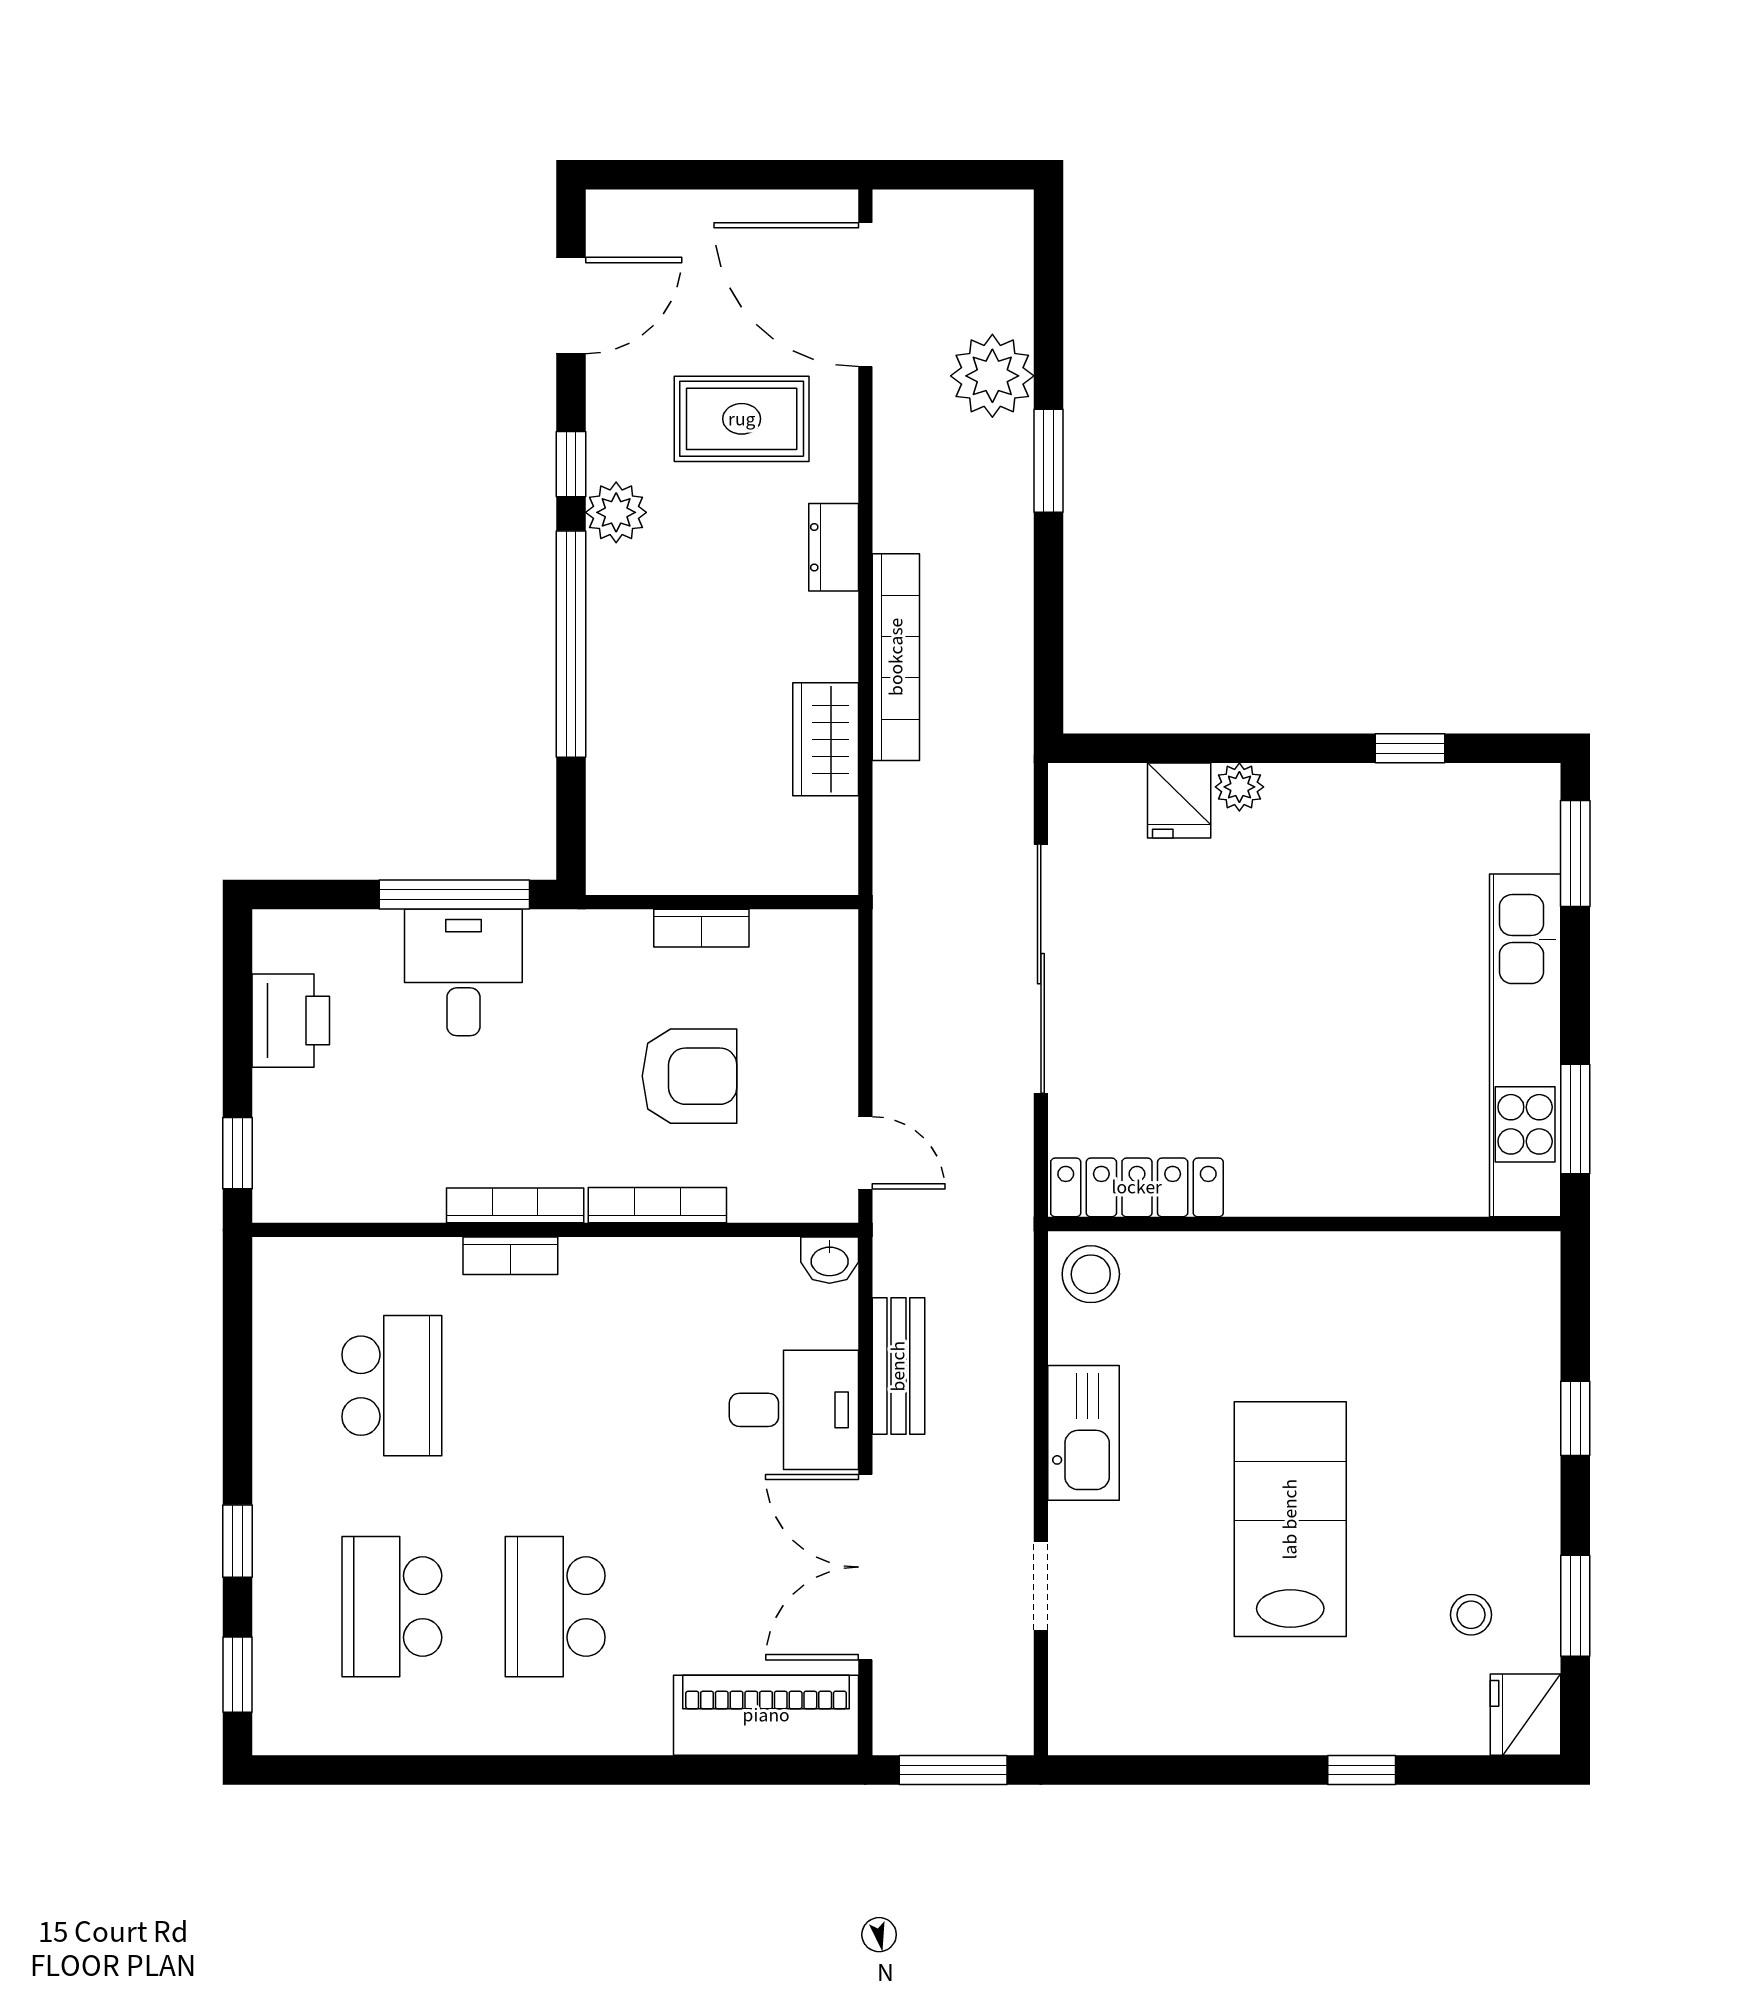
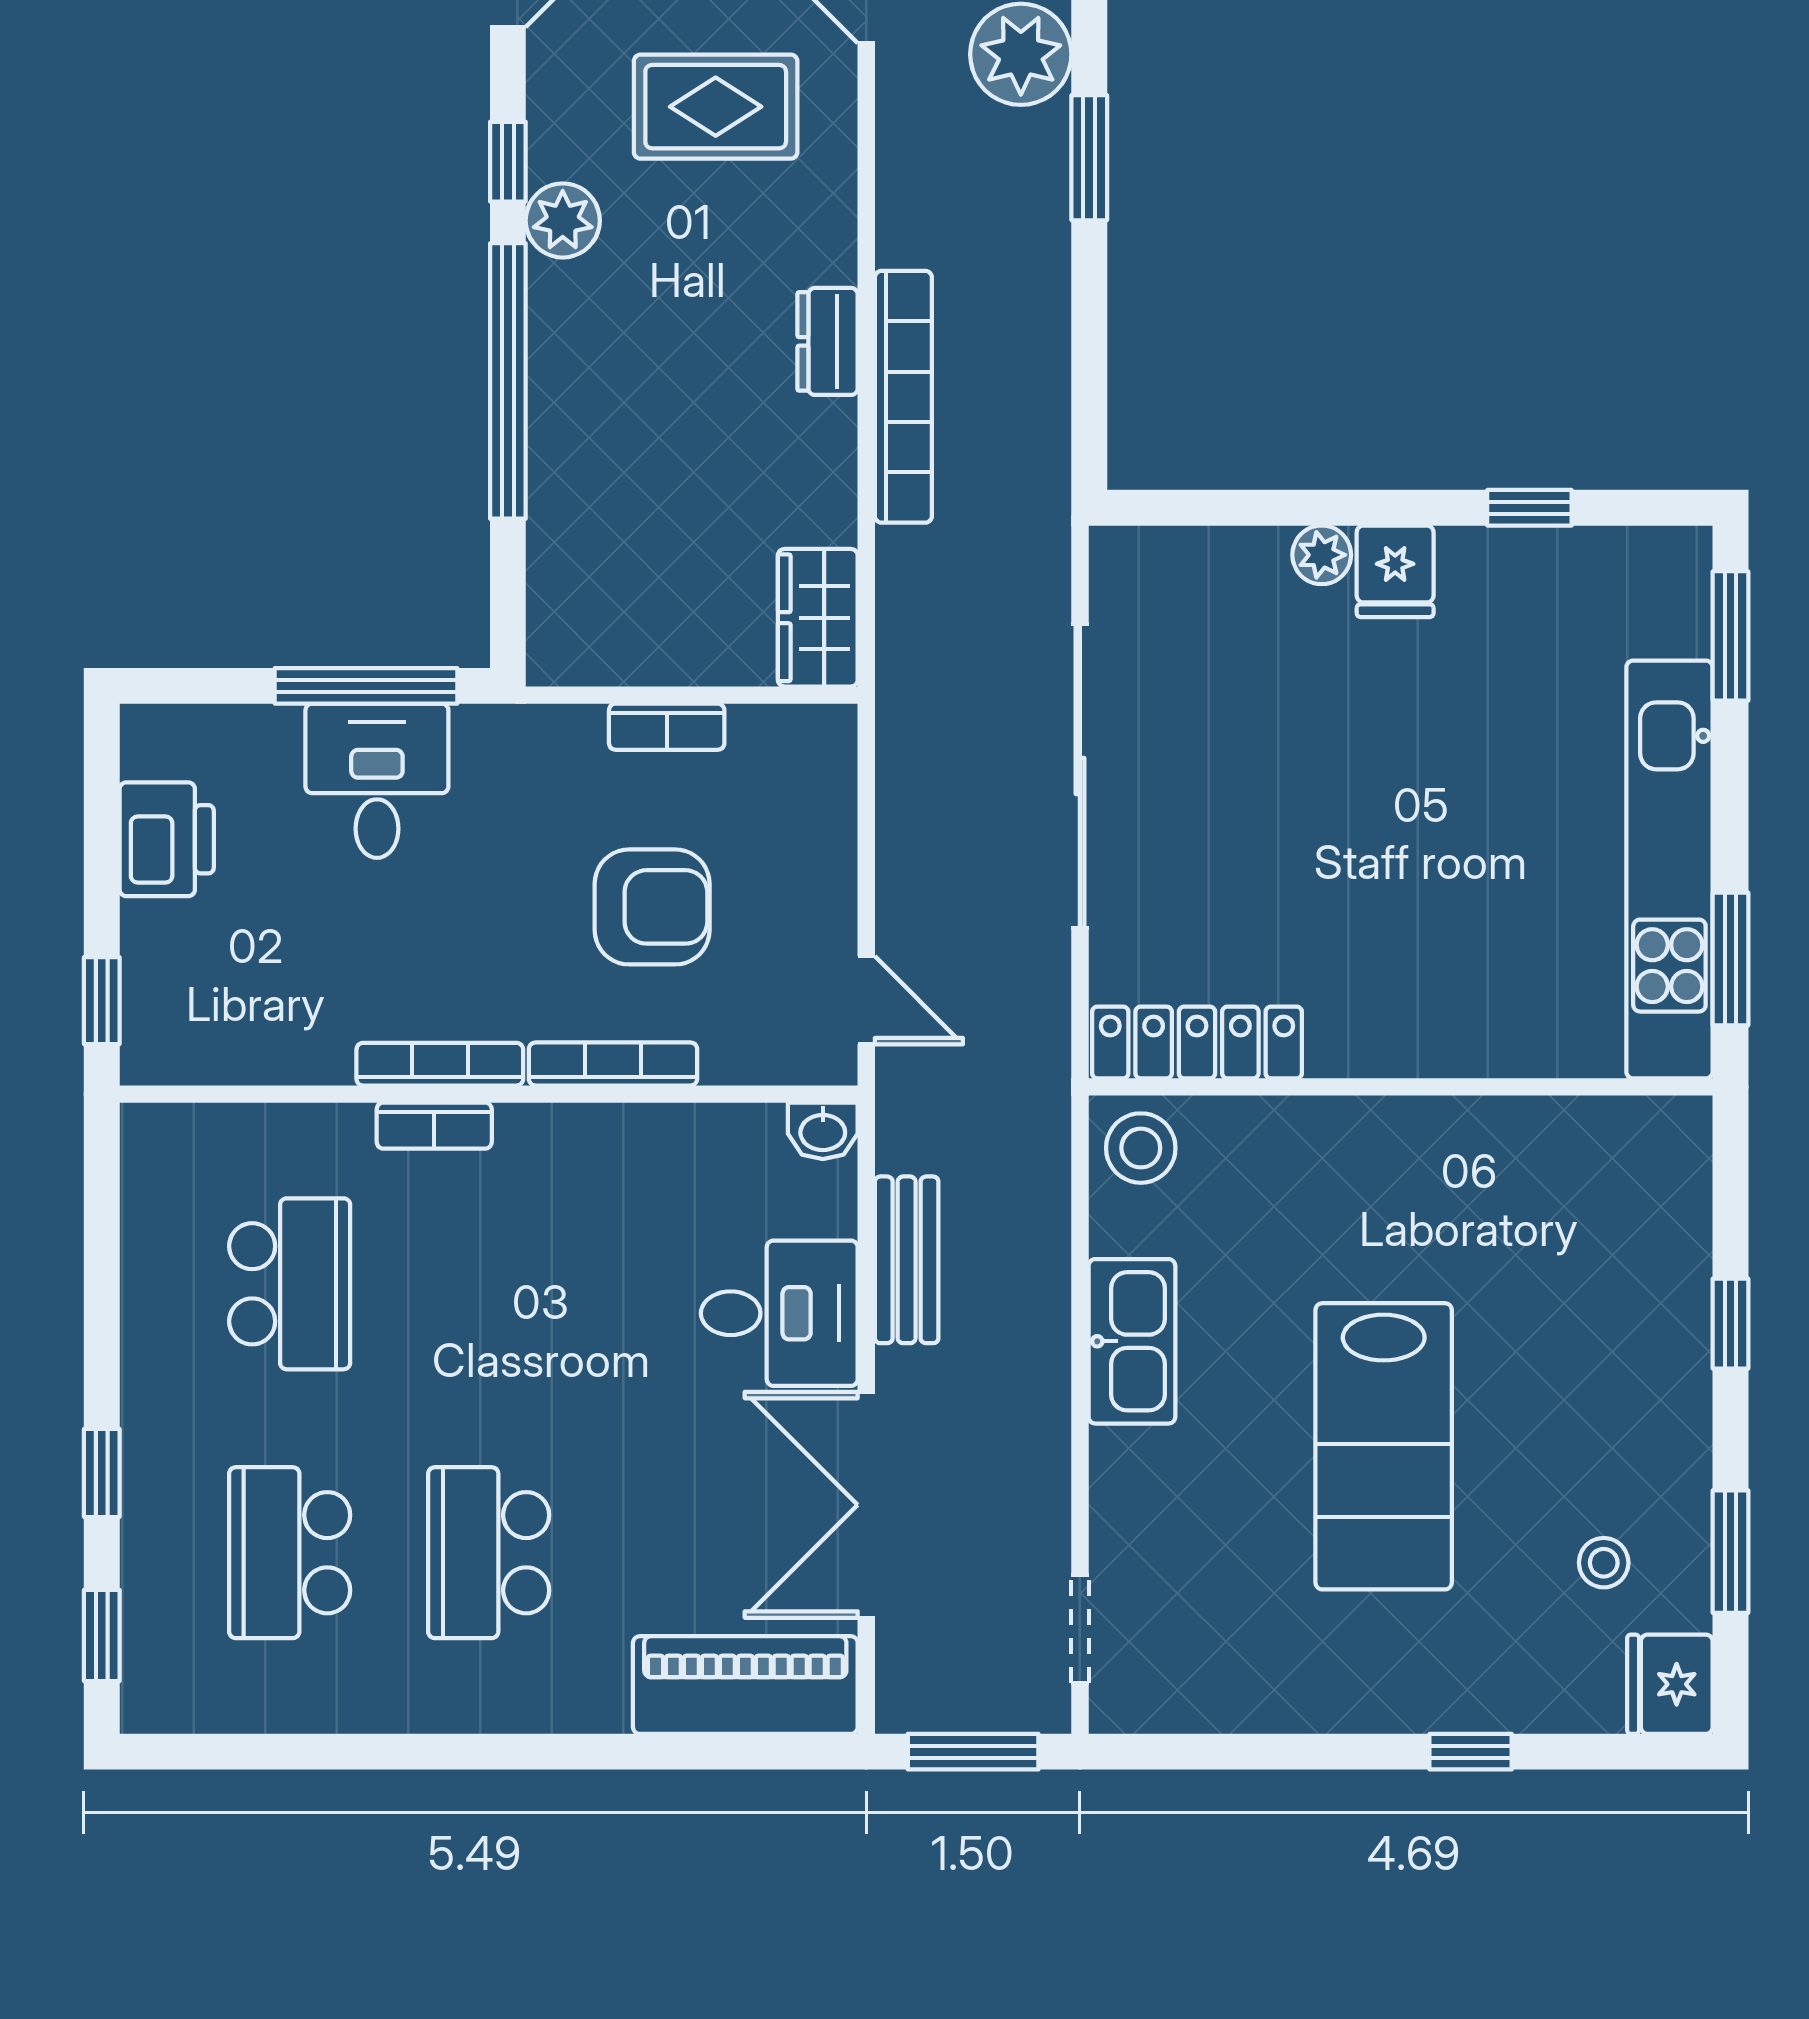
dresser: (834, 547) -> (828, 341), moved
wardrobe: (826, 739) -> (818, 618), moved
fridge: (1179, 800) -> (1395, 571), moved
lab bench: (1290, 1519) -> (1384, 1446), turned 180
doorway: (1041, 1586) -> (1080, 1629), moved

